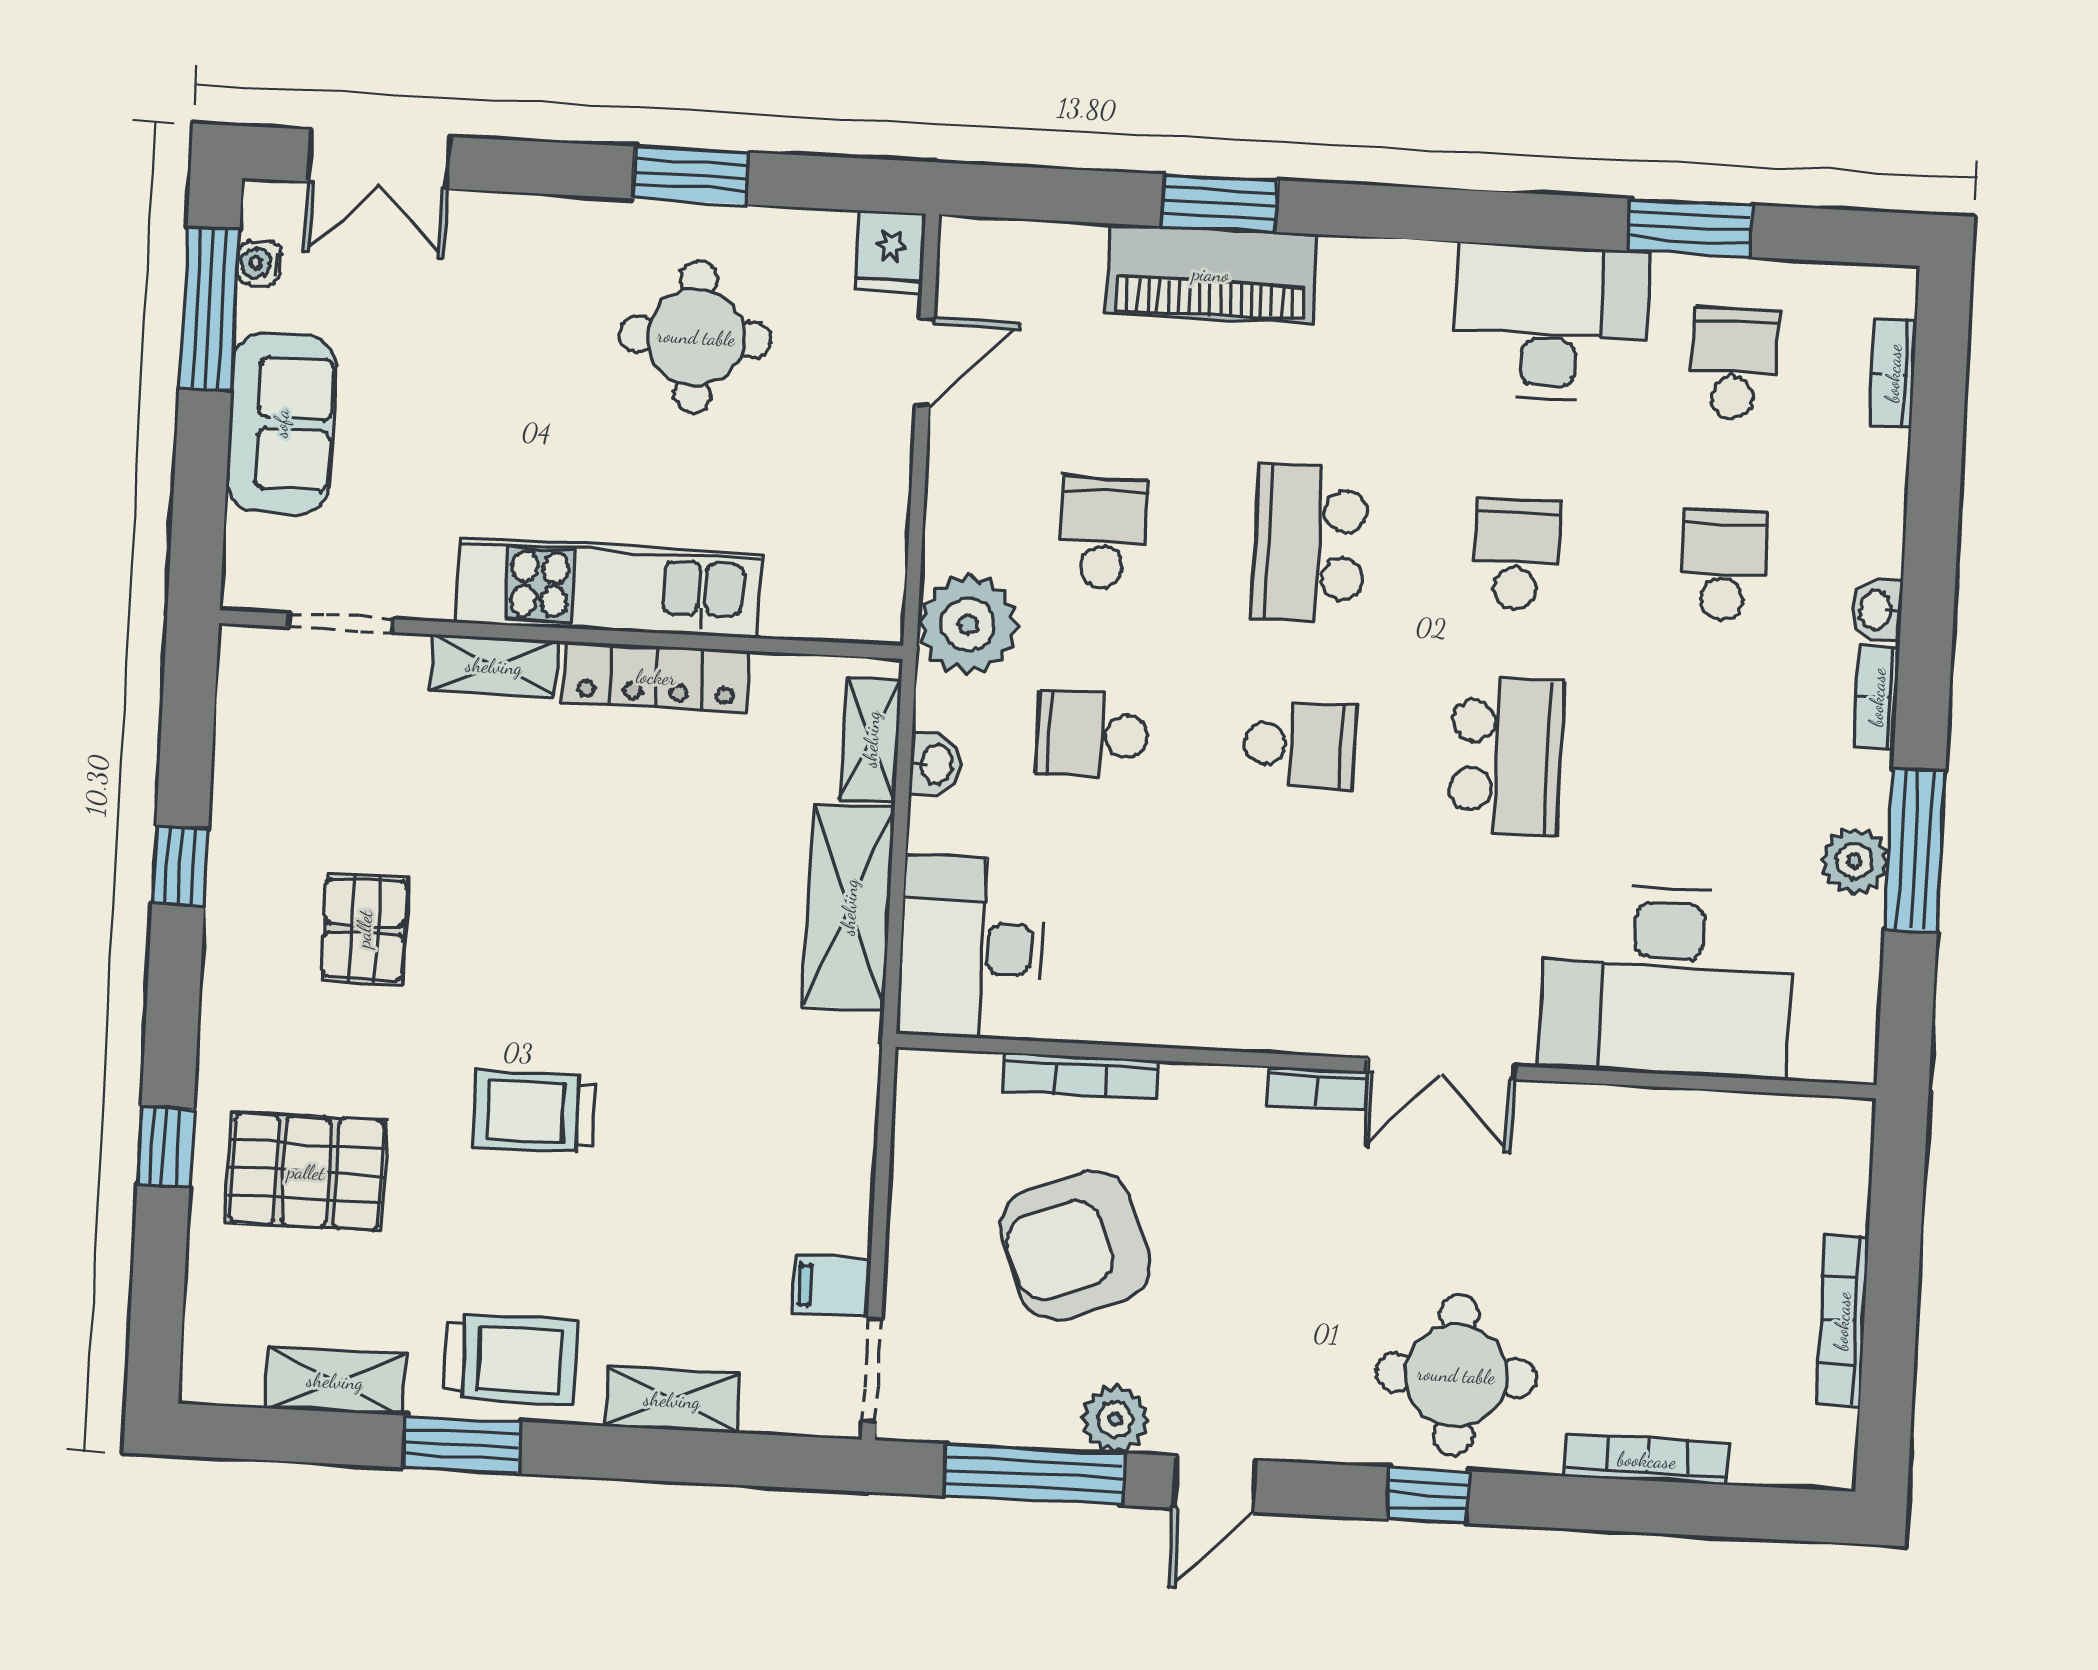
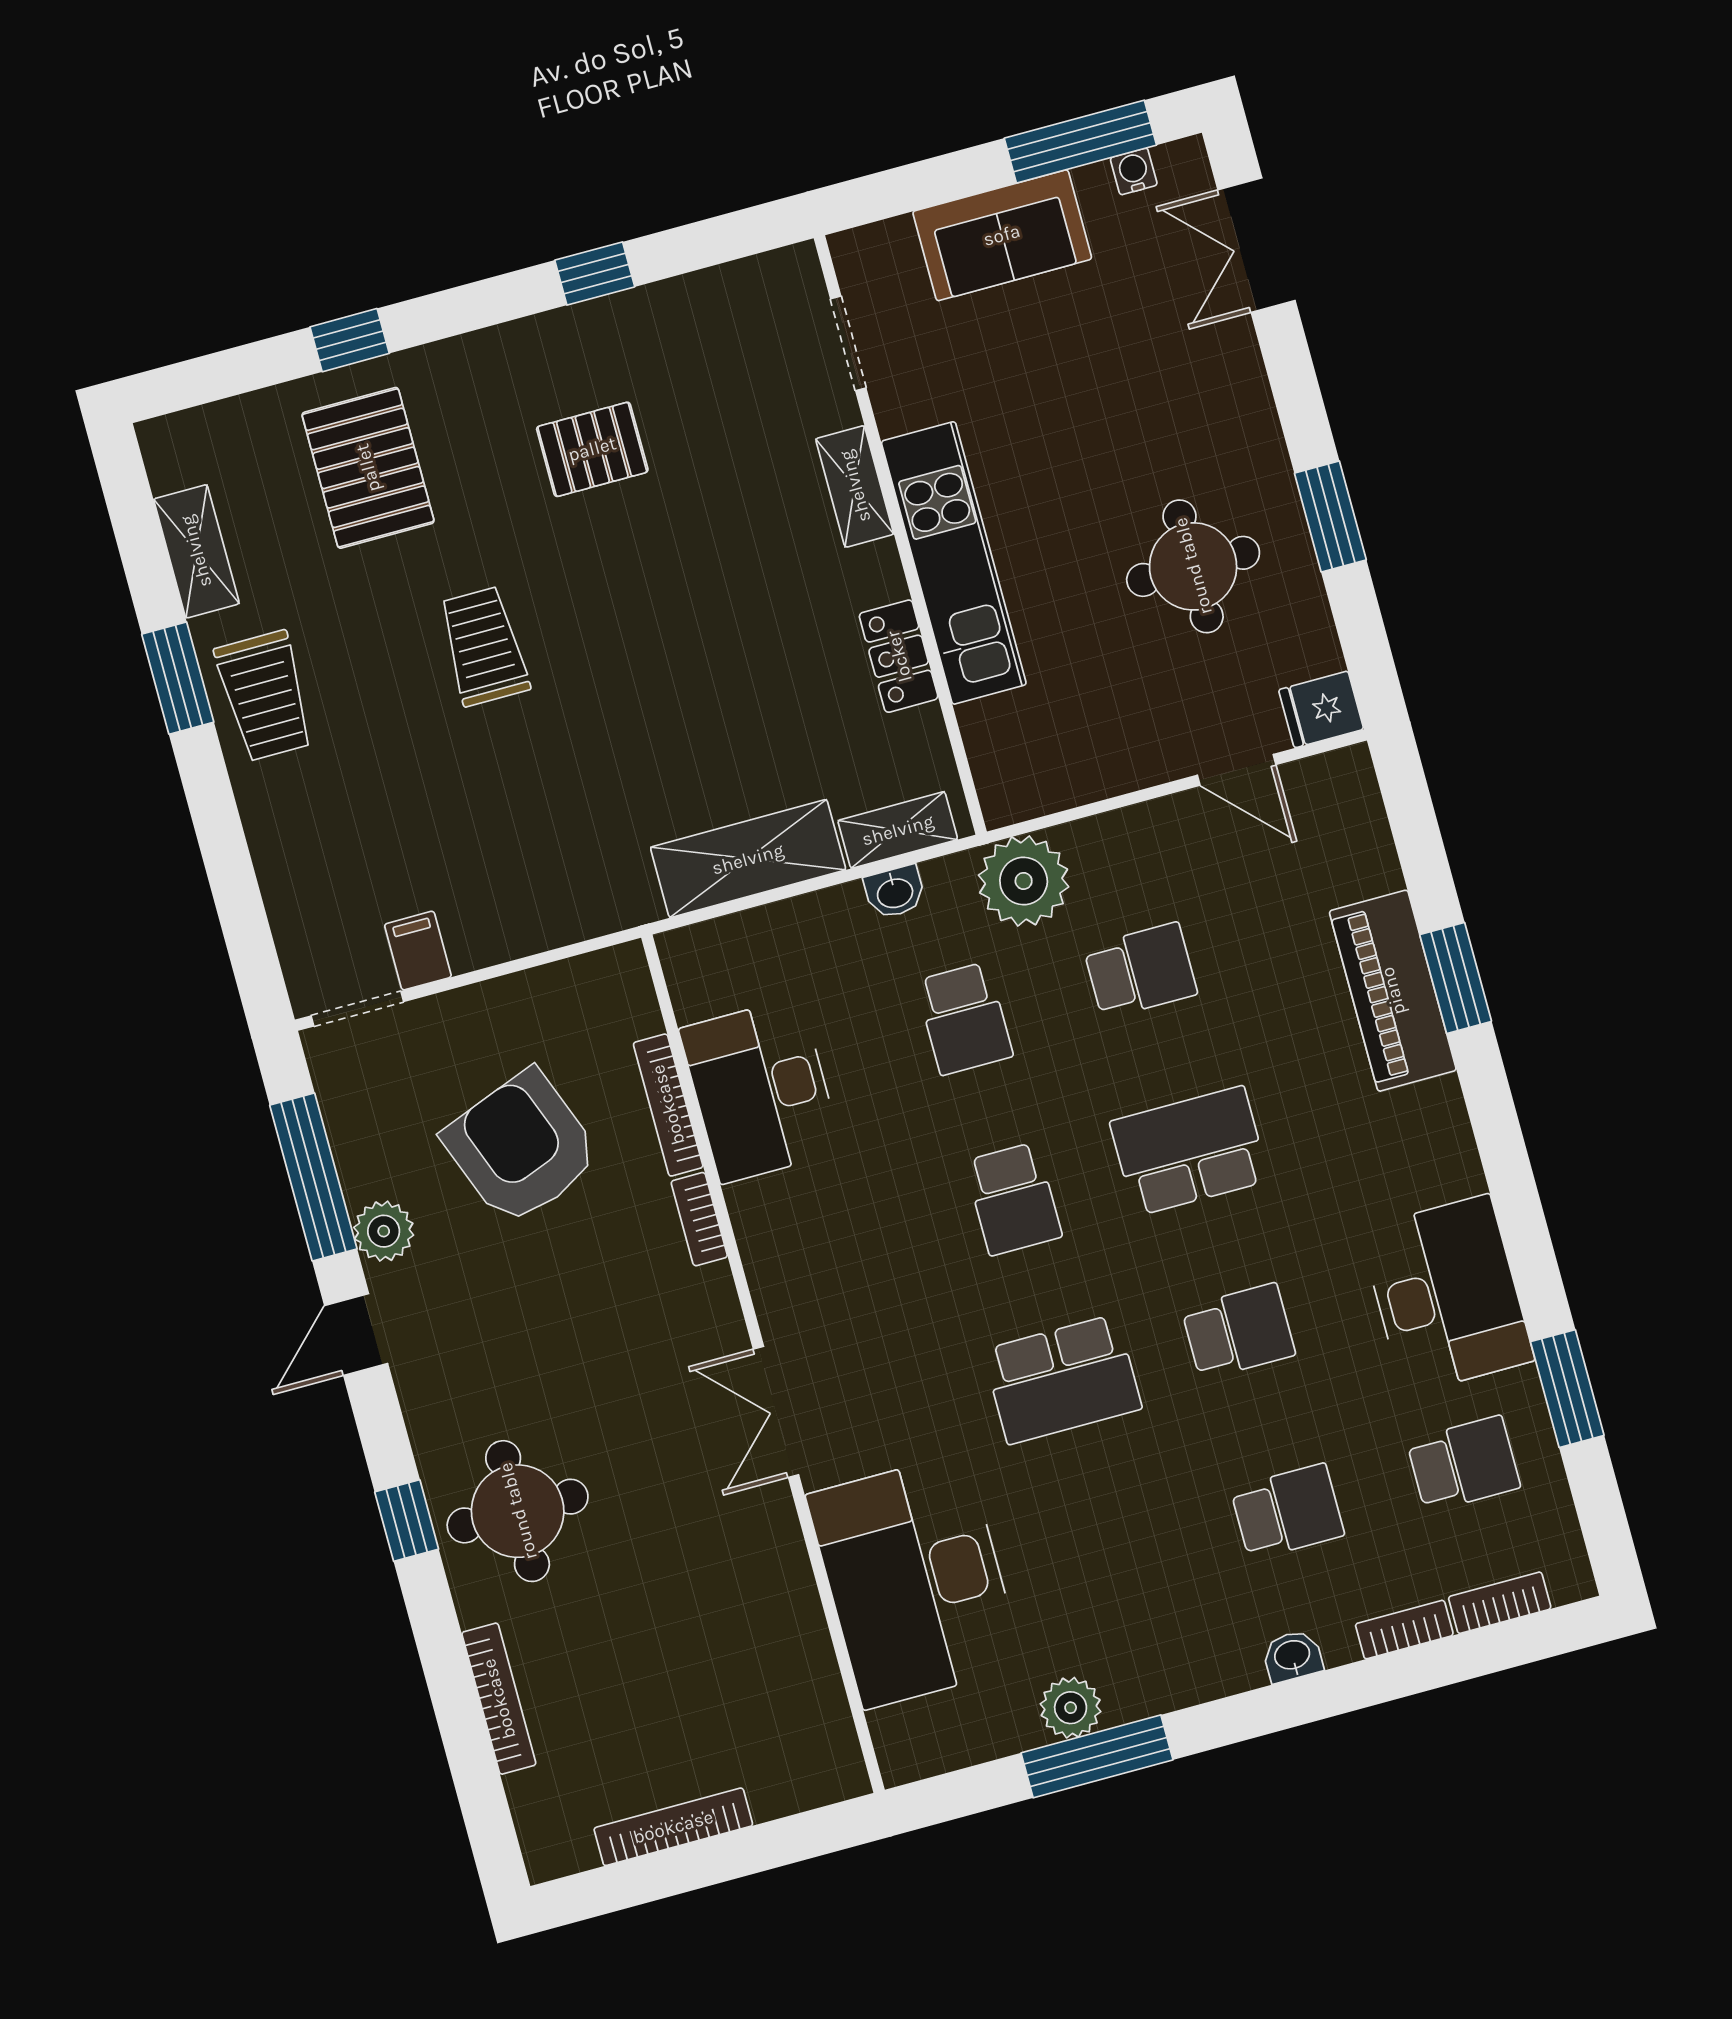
locker: (656, 677) -> (899, 656), width x0.66
bookcase: (1877, 697) -> (1404, 1630), moved
school desk: (1092, 734) -> (964, 1019), turned 180
desk: (971, 948) -> (761, 1090), moved, turned -90
bookcase: (1317, 1088) -> (699, 1219), moved
shelving: (672, 1400) -> (276, 846), removed
door: (1214, 1484) -> (356, 1334), hinge flipped

